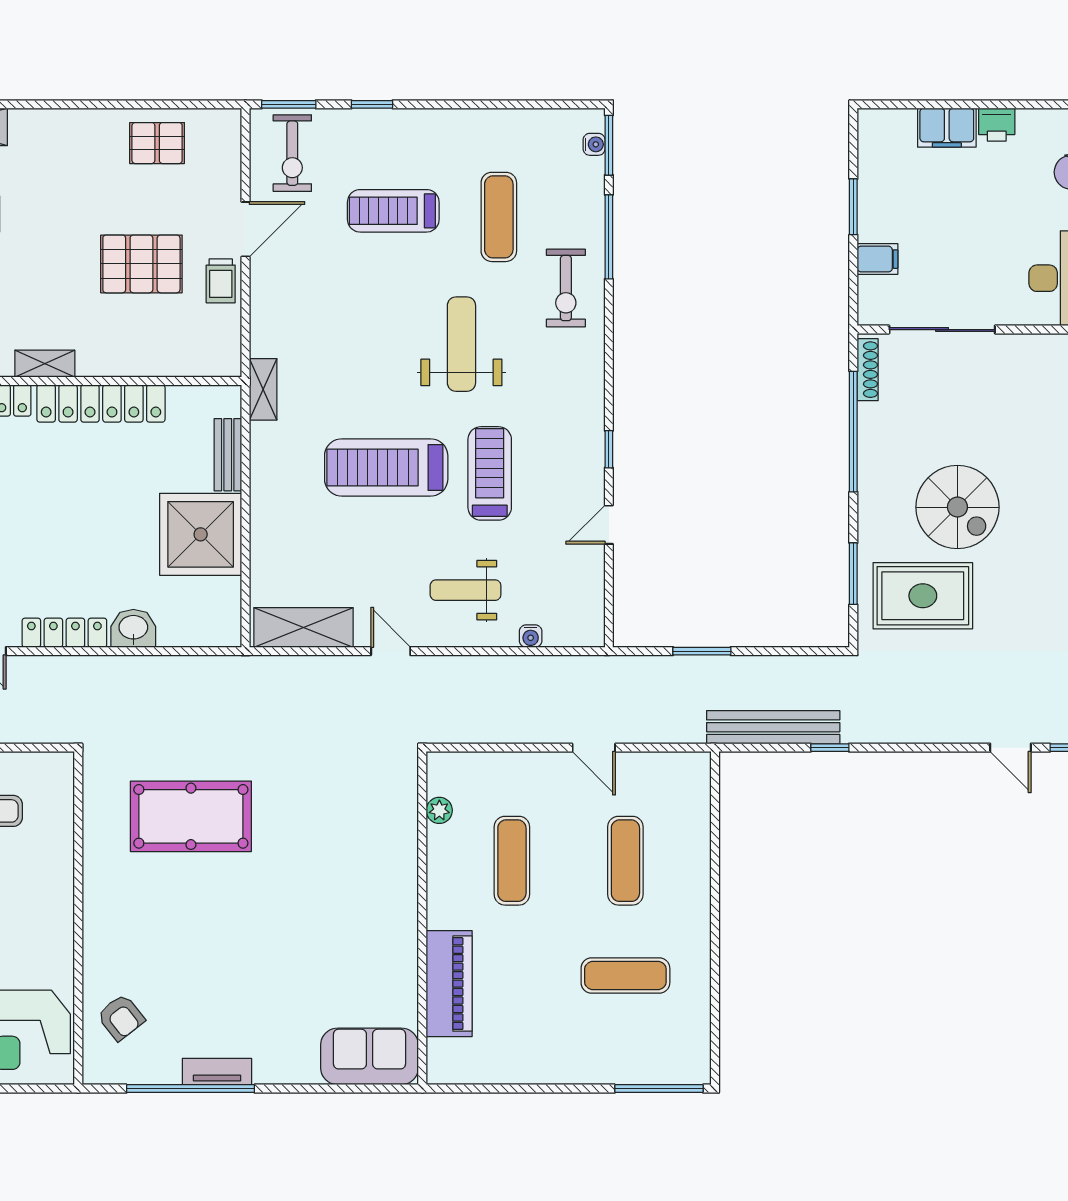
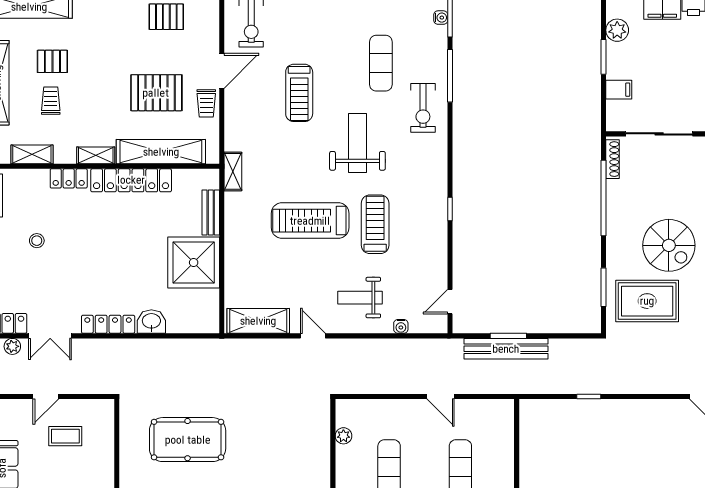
plant: (875, 164) -> (617, 30), added
treadmill: (393, 211) -> (299, 93), moved, turned -90
shelving: (148, 358) -> (161, 152), added
door: (609, 525) -> (450, 302), moved
bench: (773, 727) -> (506, 349), moved

